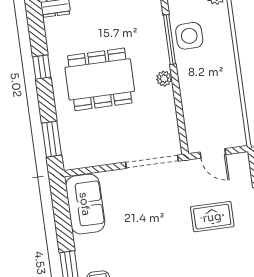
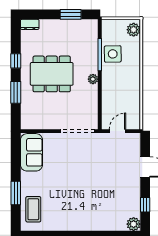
window: (52, 139) -> (16, 92), moved
door: (213, 153) -> (118, 131), swing flipped
rug: (212, 217) -> (112, 172), removed

